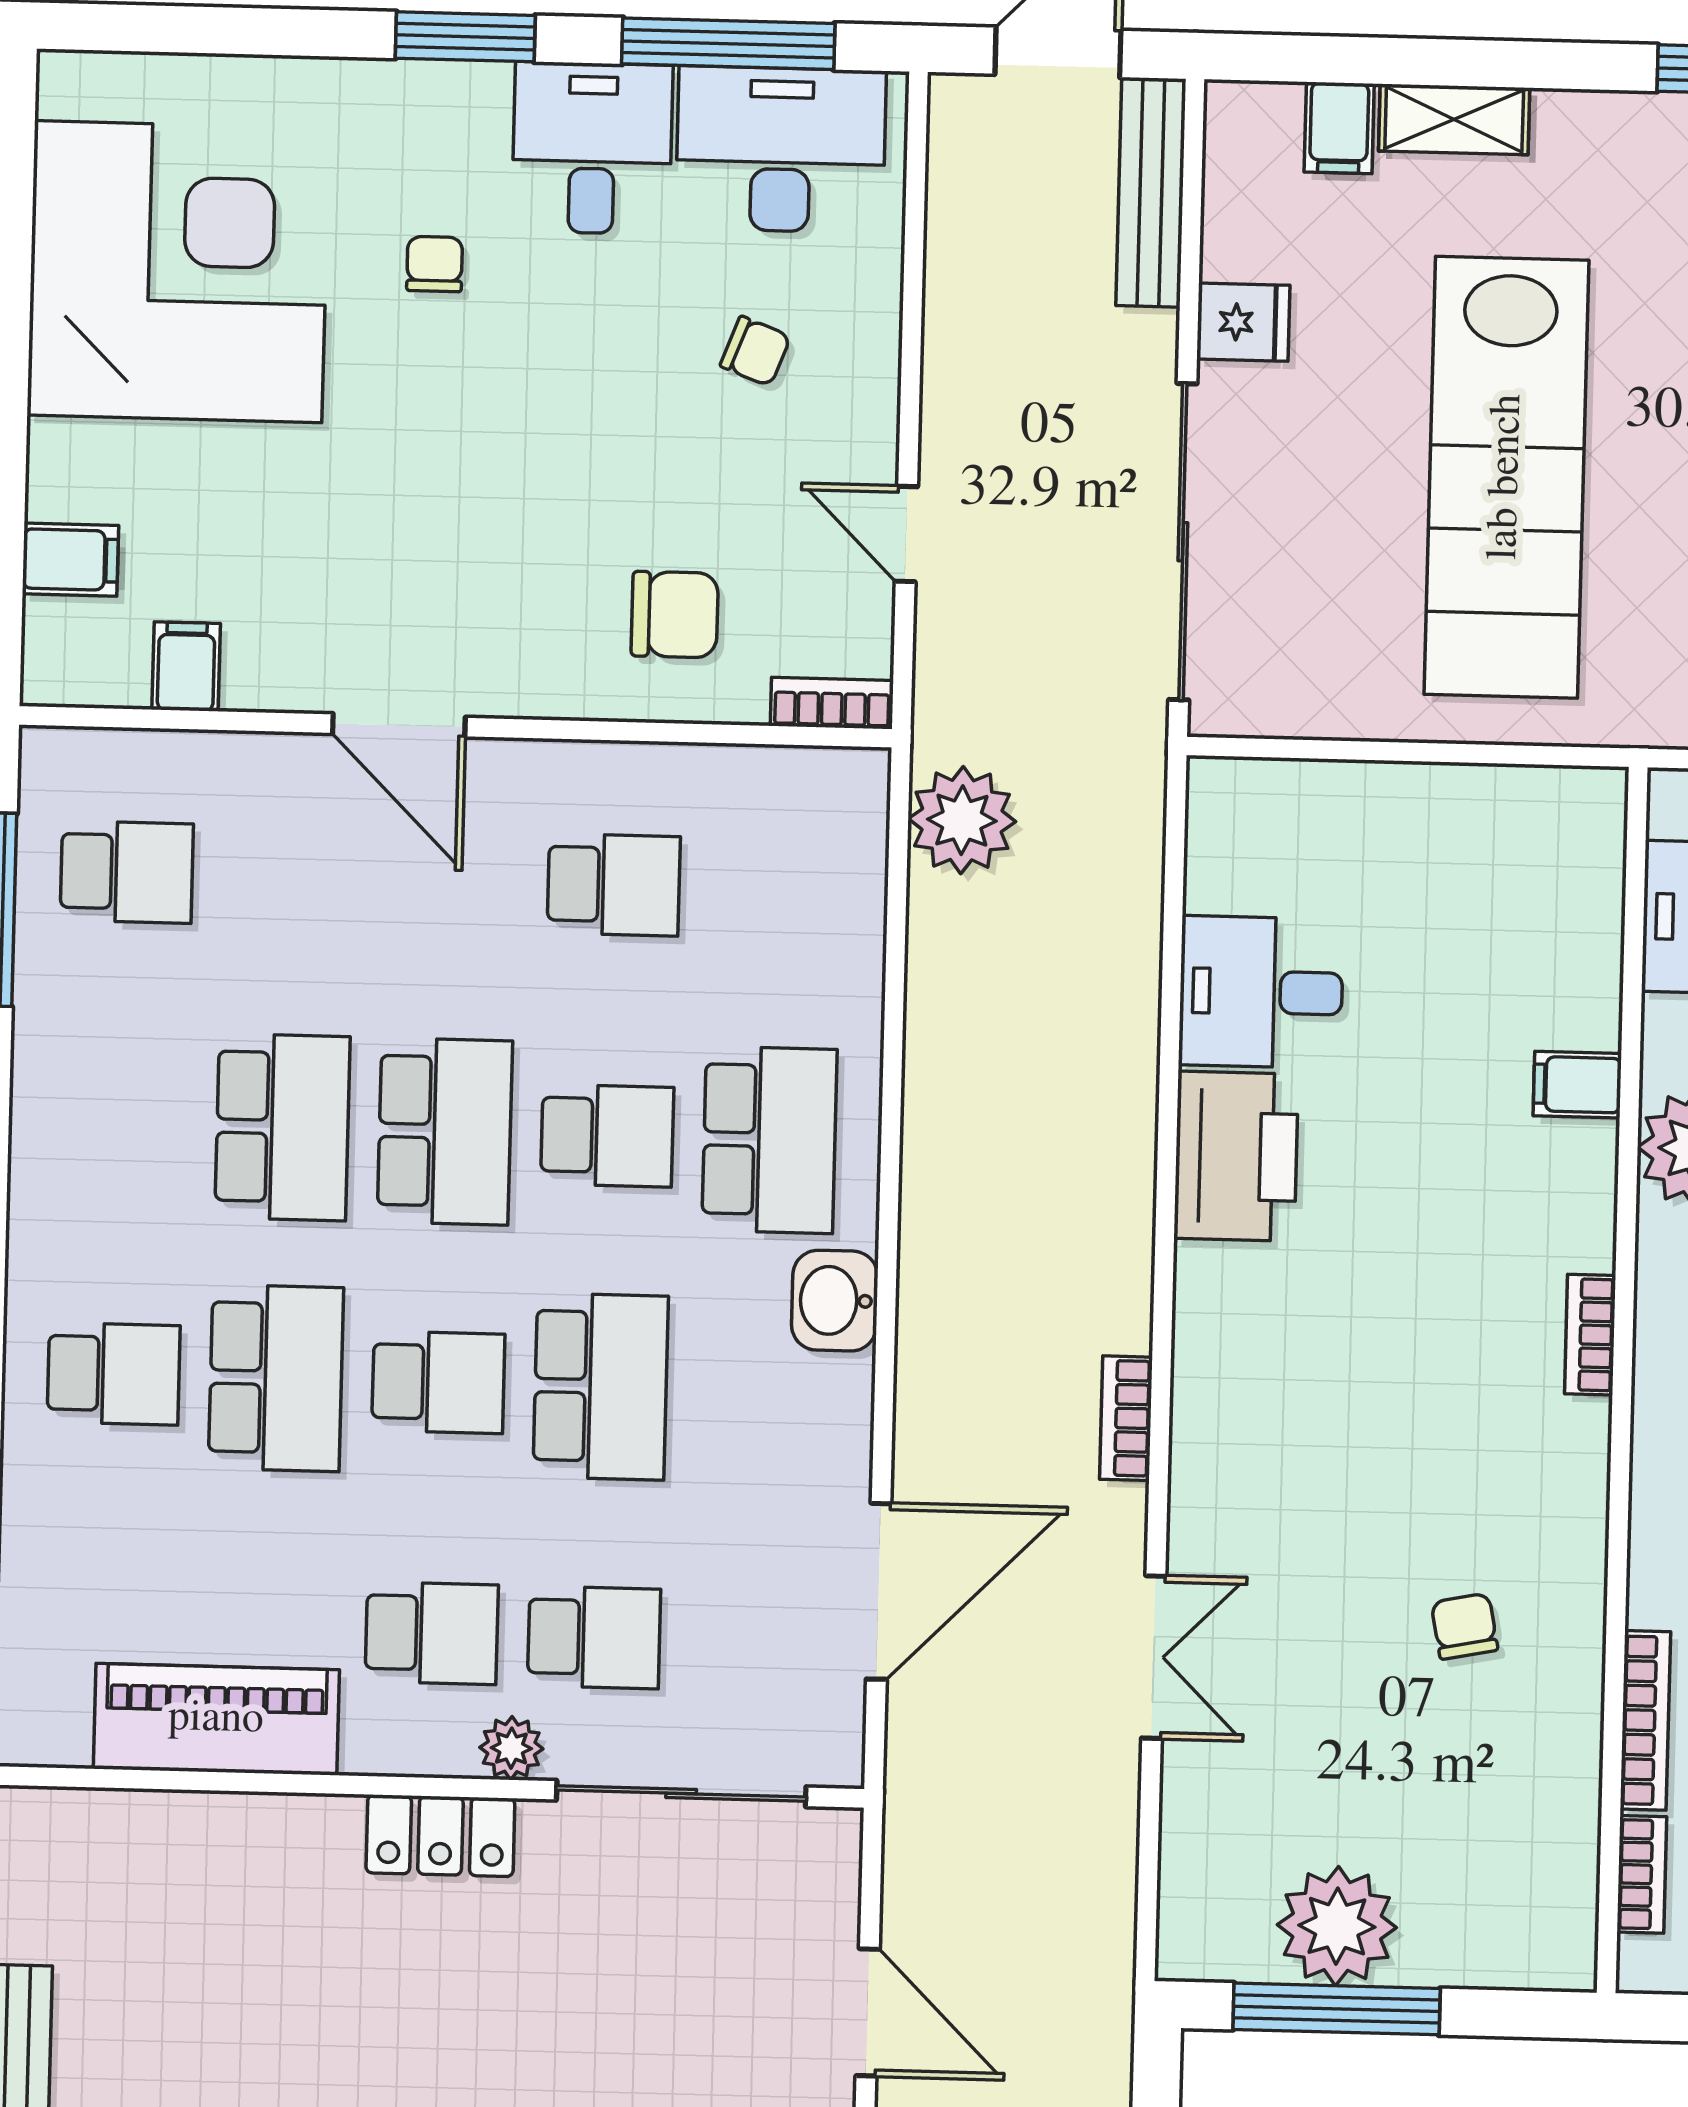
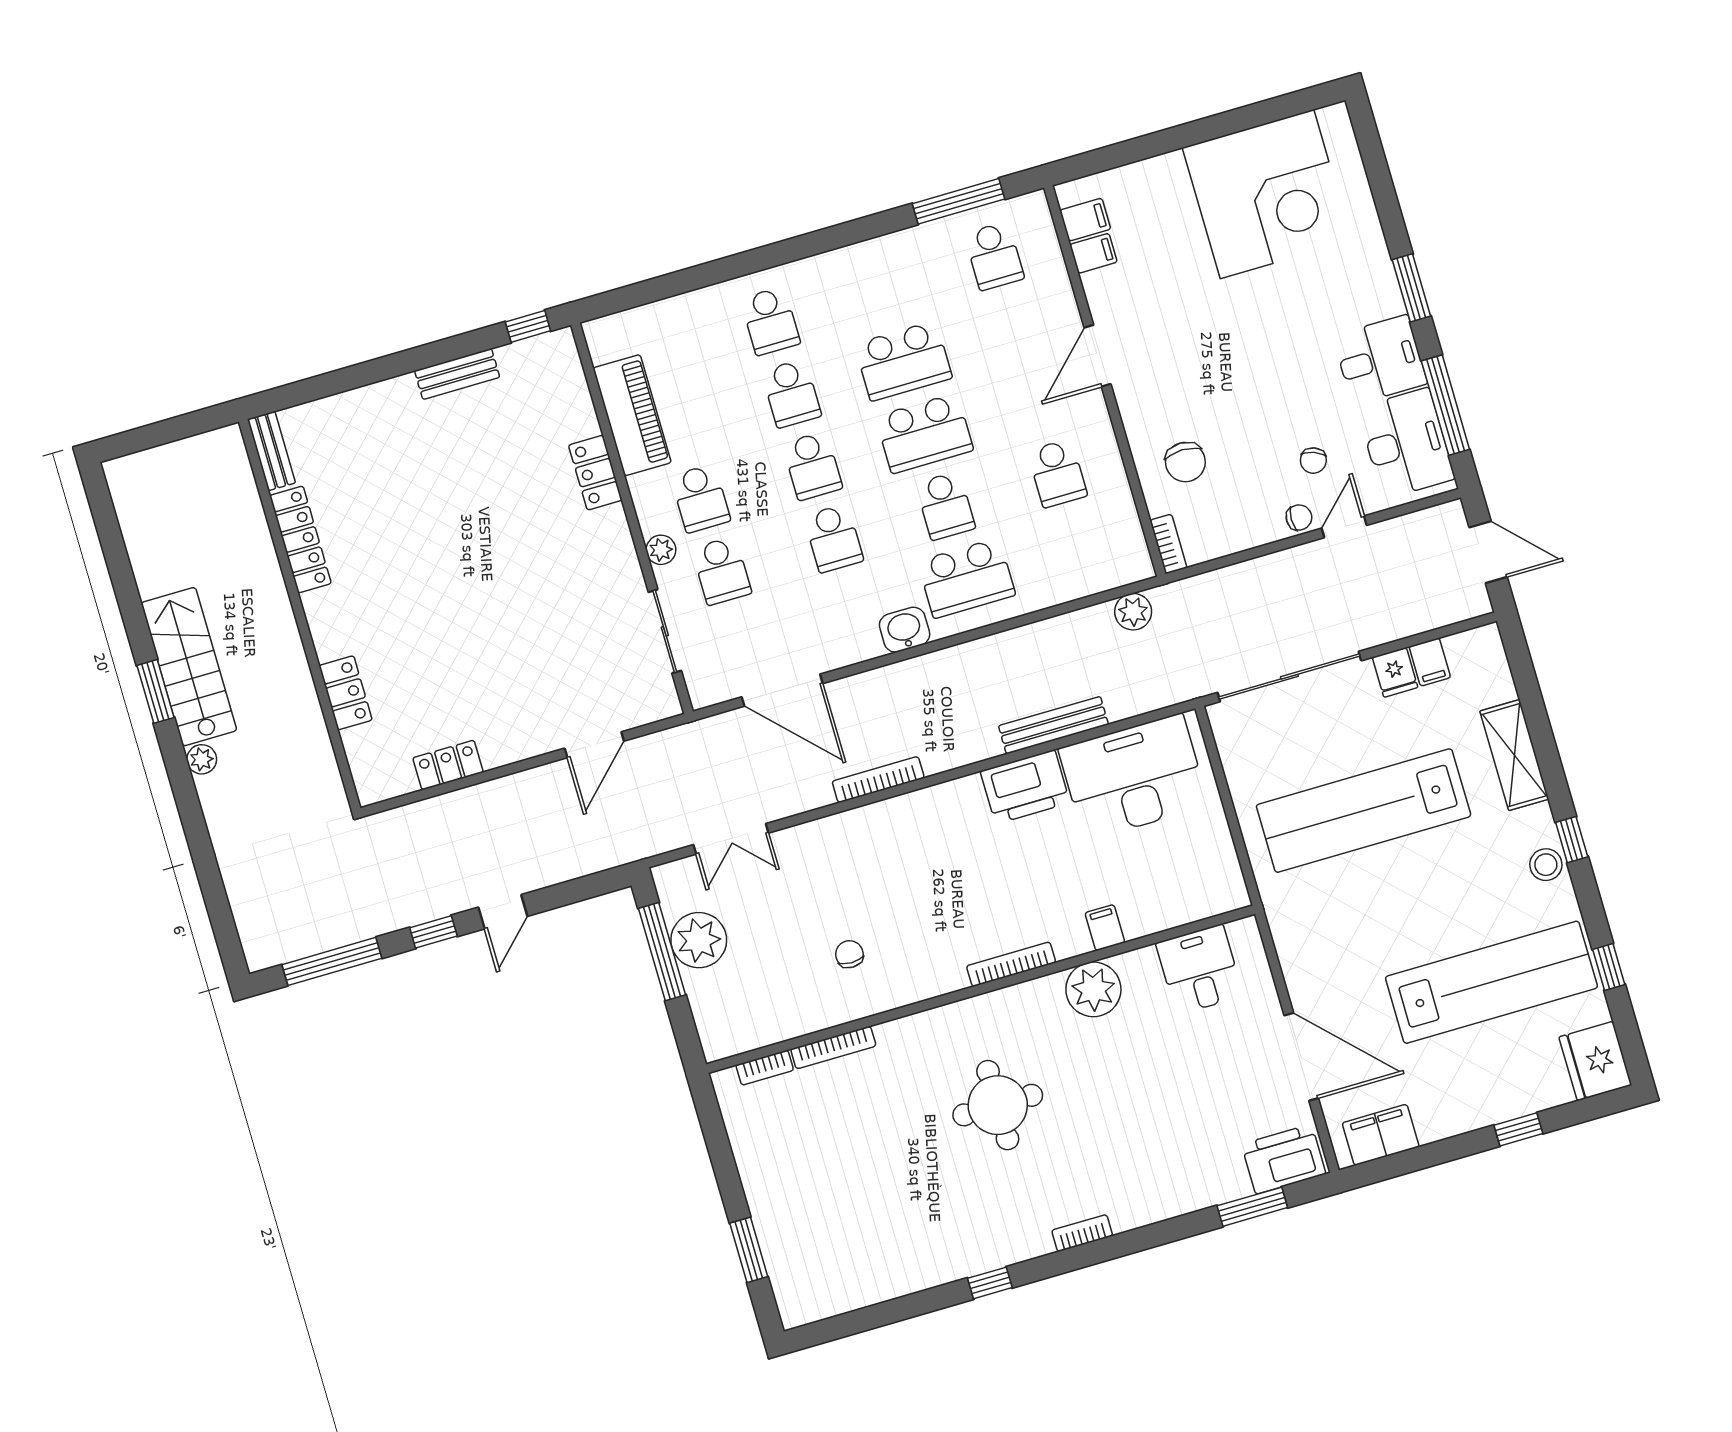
shelving: (1454, 119) -> (1514, 755), width x1.50, depth x1.33
filing cabinet: (1339, 128) -> (1430, 662), moved, turned -90
bench: (1151, 192) -> (1053, 725), moved
chair: (435, 264) -> (1299, 517), moved
door: (906, 534) -> (1344, 527), moved
filing cabinet: (70, 560) -> (1085, 220), moved, turned -90
plant: (962, 820) -> (1133, 612), width x0.73, depth x0.73
desk: (1261, 992) -> (1133, 777), width x1.87, depth x1.30
bookcase: (1590, 1335) -> (1011, 964), width x1.56
school desk: (276, 1378) -> (791, 393), width x0.54
school desk: (601, 1387) -> (833, 538), width x0.54
bookcase: (1126, 1418) -> (878, 780), width x1.56
chair: (1464, 1626) -> (849, 954), turned -79
double door: (1154, 1657) -> (731, 839), moved
sliding door: (681, 1794) -> (665, 631), width x0.73
locker: (440, 1836) -> (595, 473), moved

